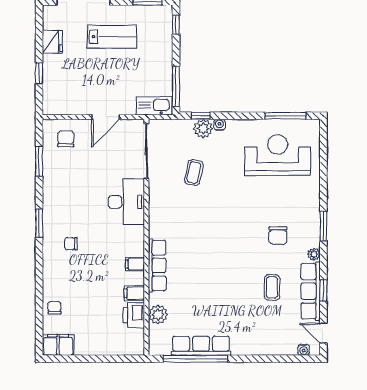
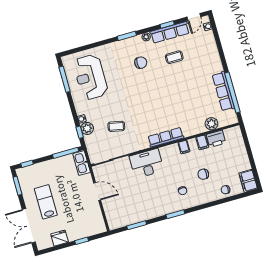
chair: (66, 139) -> (203, 174), moved
row of seats: (157, 265) -> (166, 137), moved

